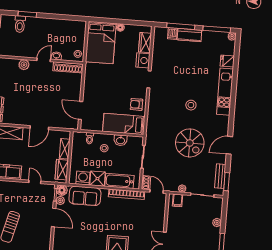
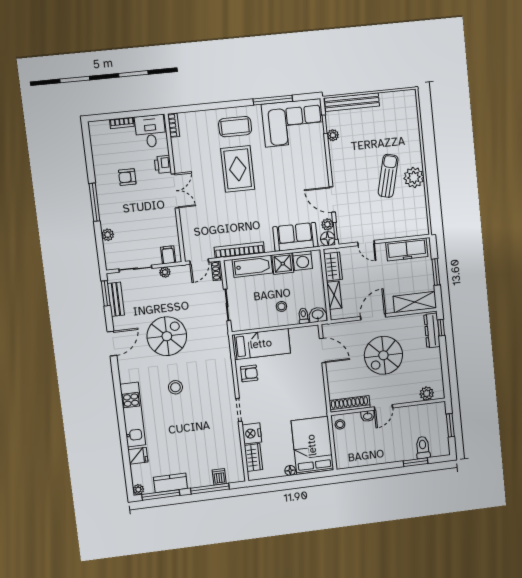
kitchen counter: (189, 35) -> (170, 483), moved
plant: (24, 65) -> (427, 394), moved
spiral stairs: (37, 98) -> (383, 355), added
washbasin: (120, 140) -> (318, 315), moved
spiral stairs: (190, 143) -> (167, 336), turned 90
door: (157, 191) -> (199, 262), hinge flipped

